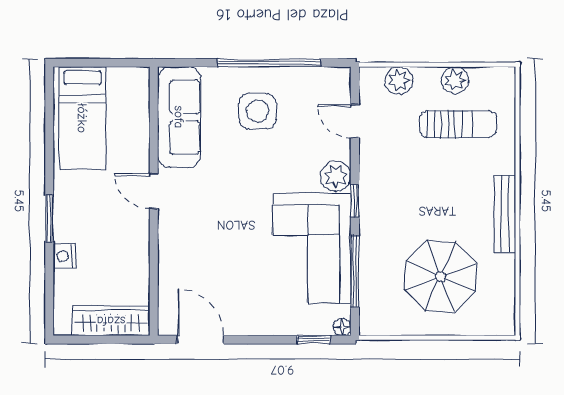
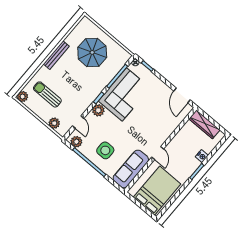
plant: (455, 80) -> (23, 97), moved
plant: (327, 81) -> (76, 142), added
bed: (82, 118) -> (157, 191), width x1.50

